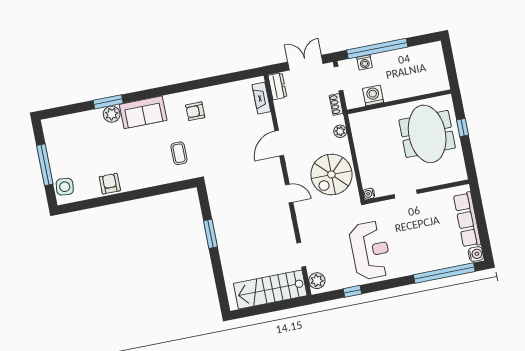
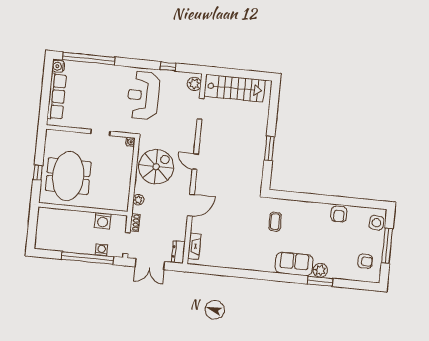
armchair: (195, 111) -> (365, 261), moved

